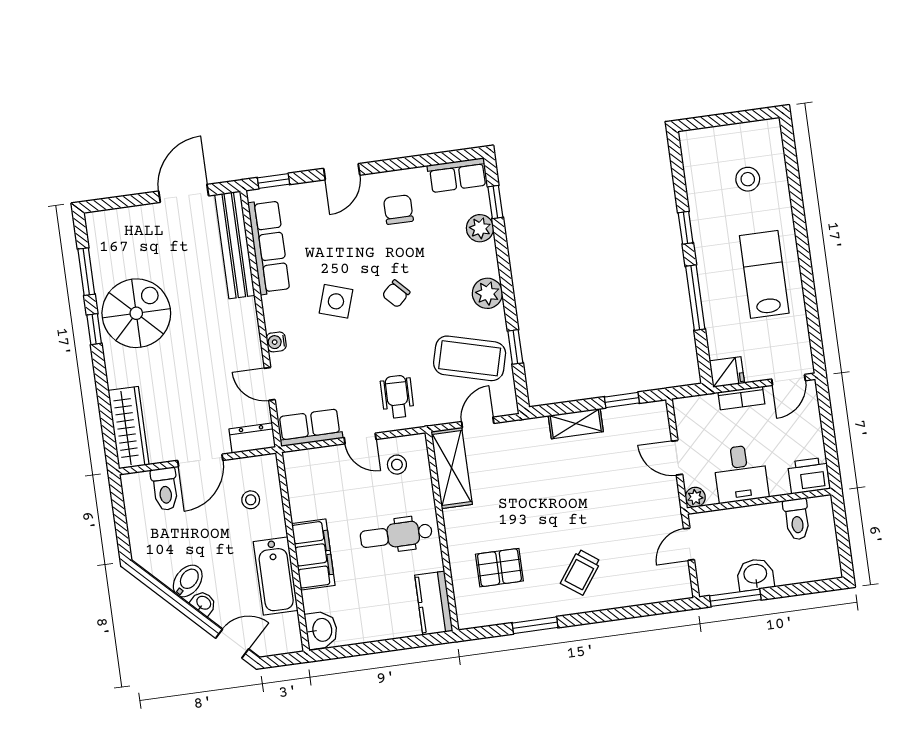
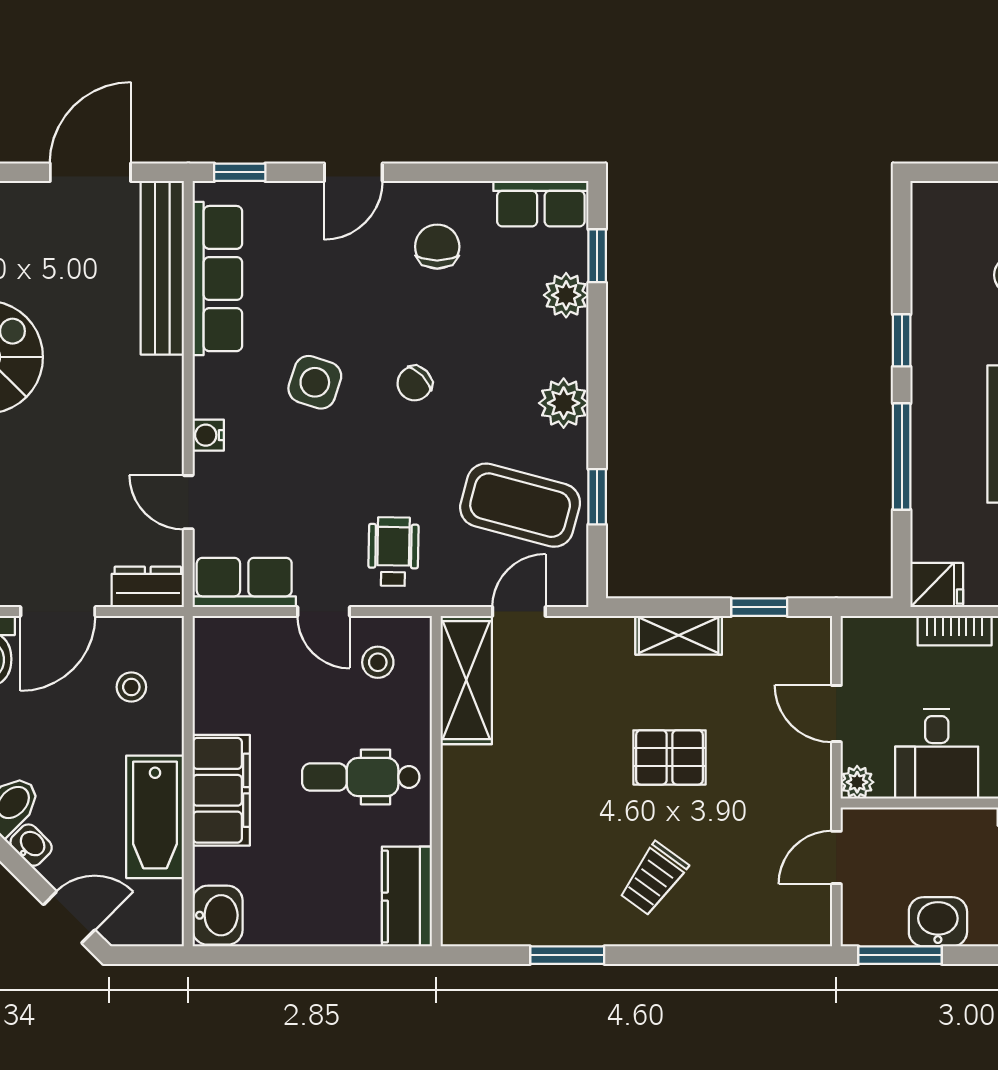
pallet: (499, 568) -> (669, 757), moved

